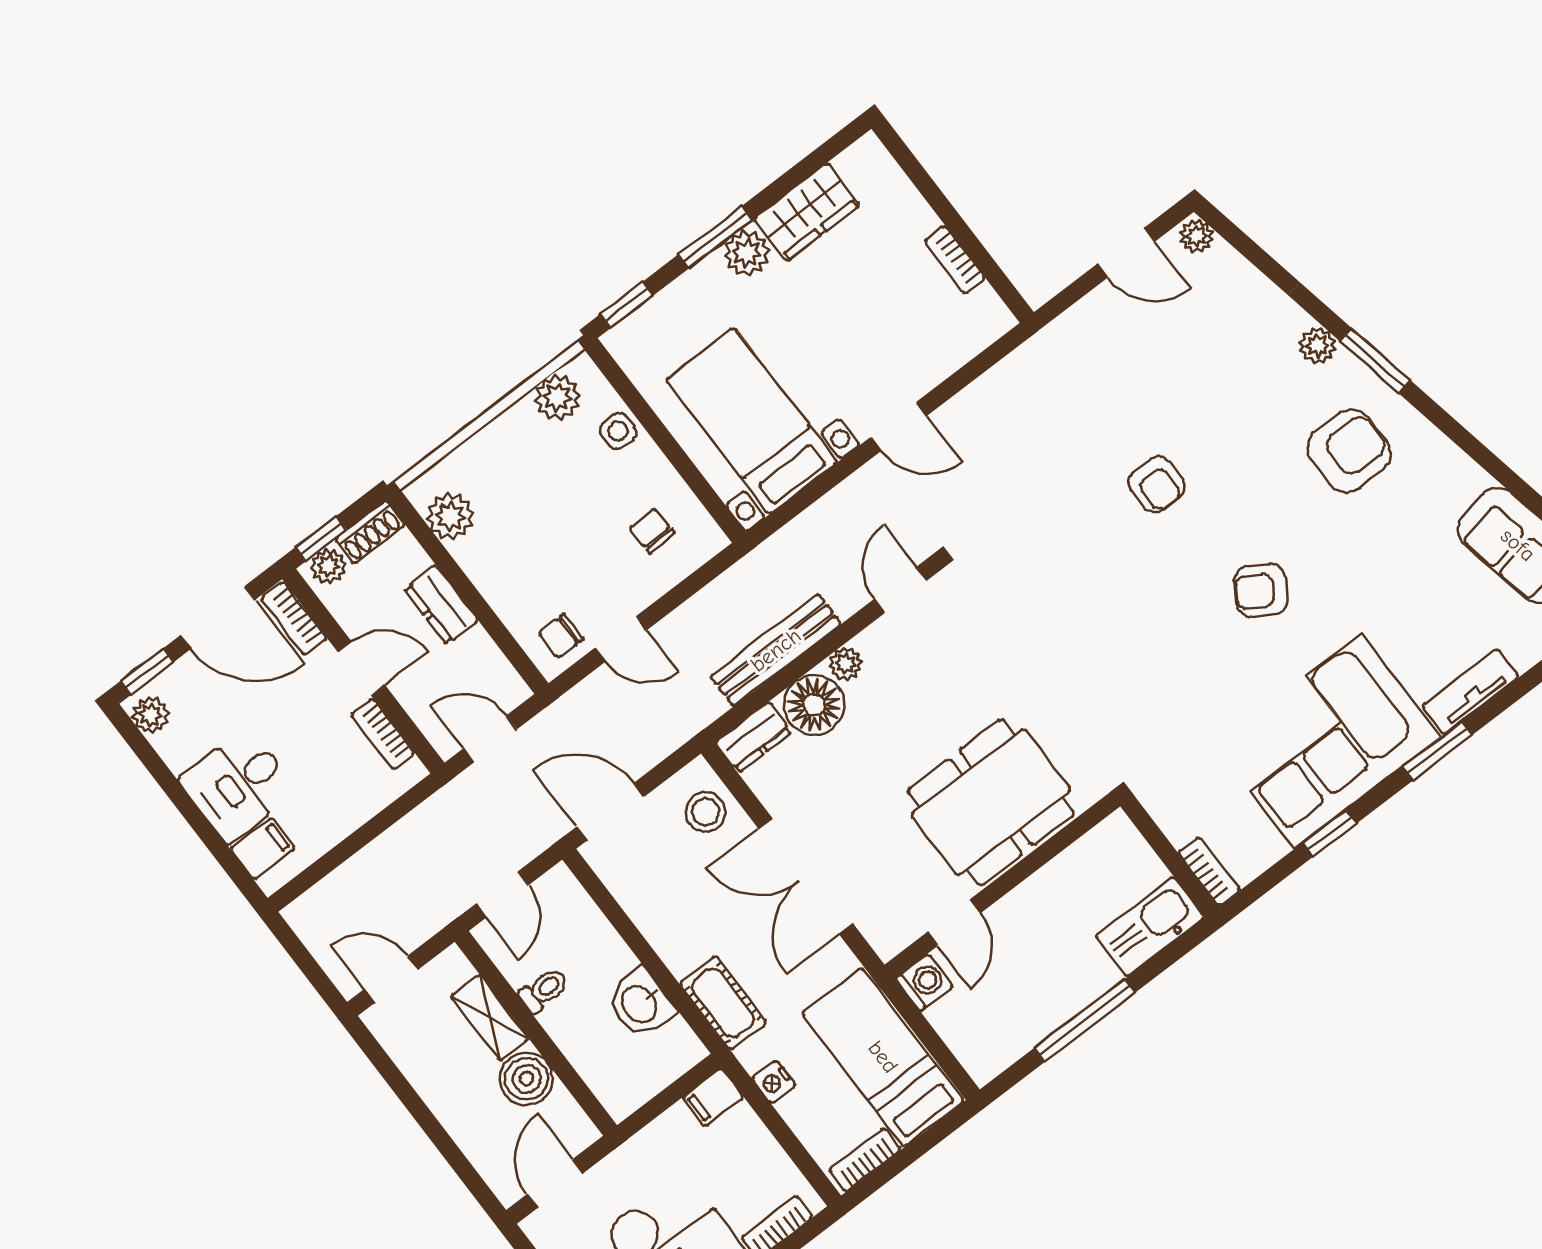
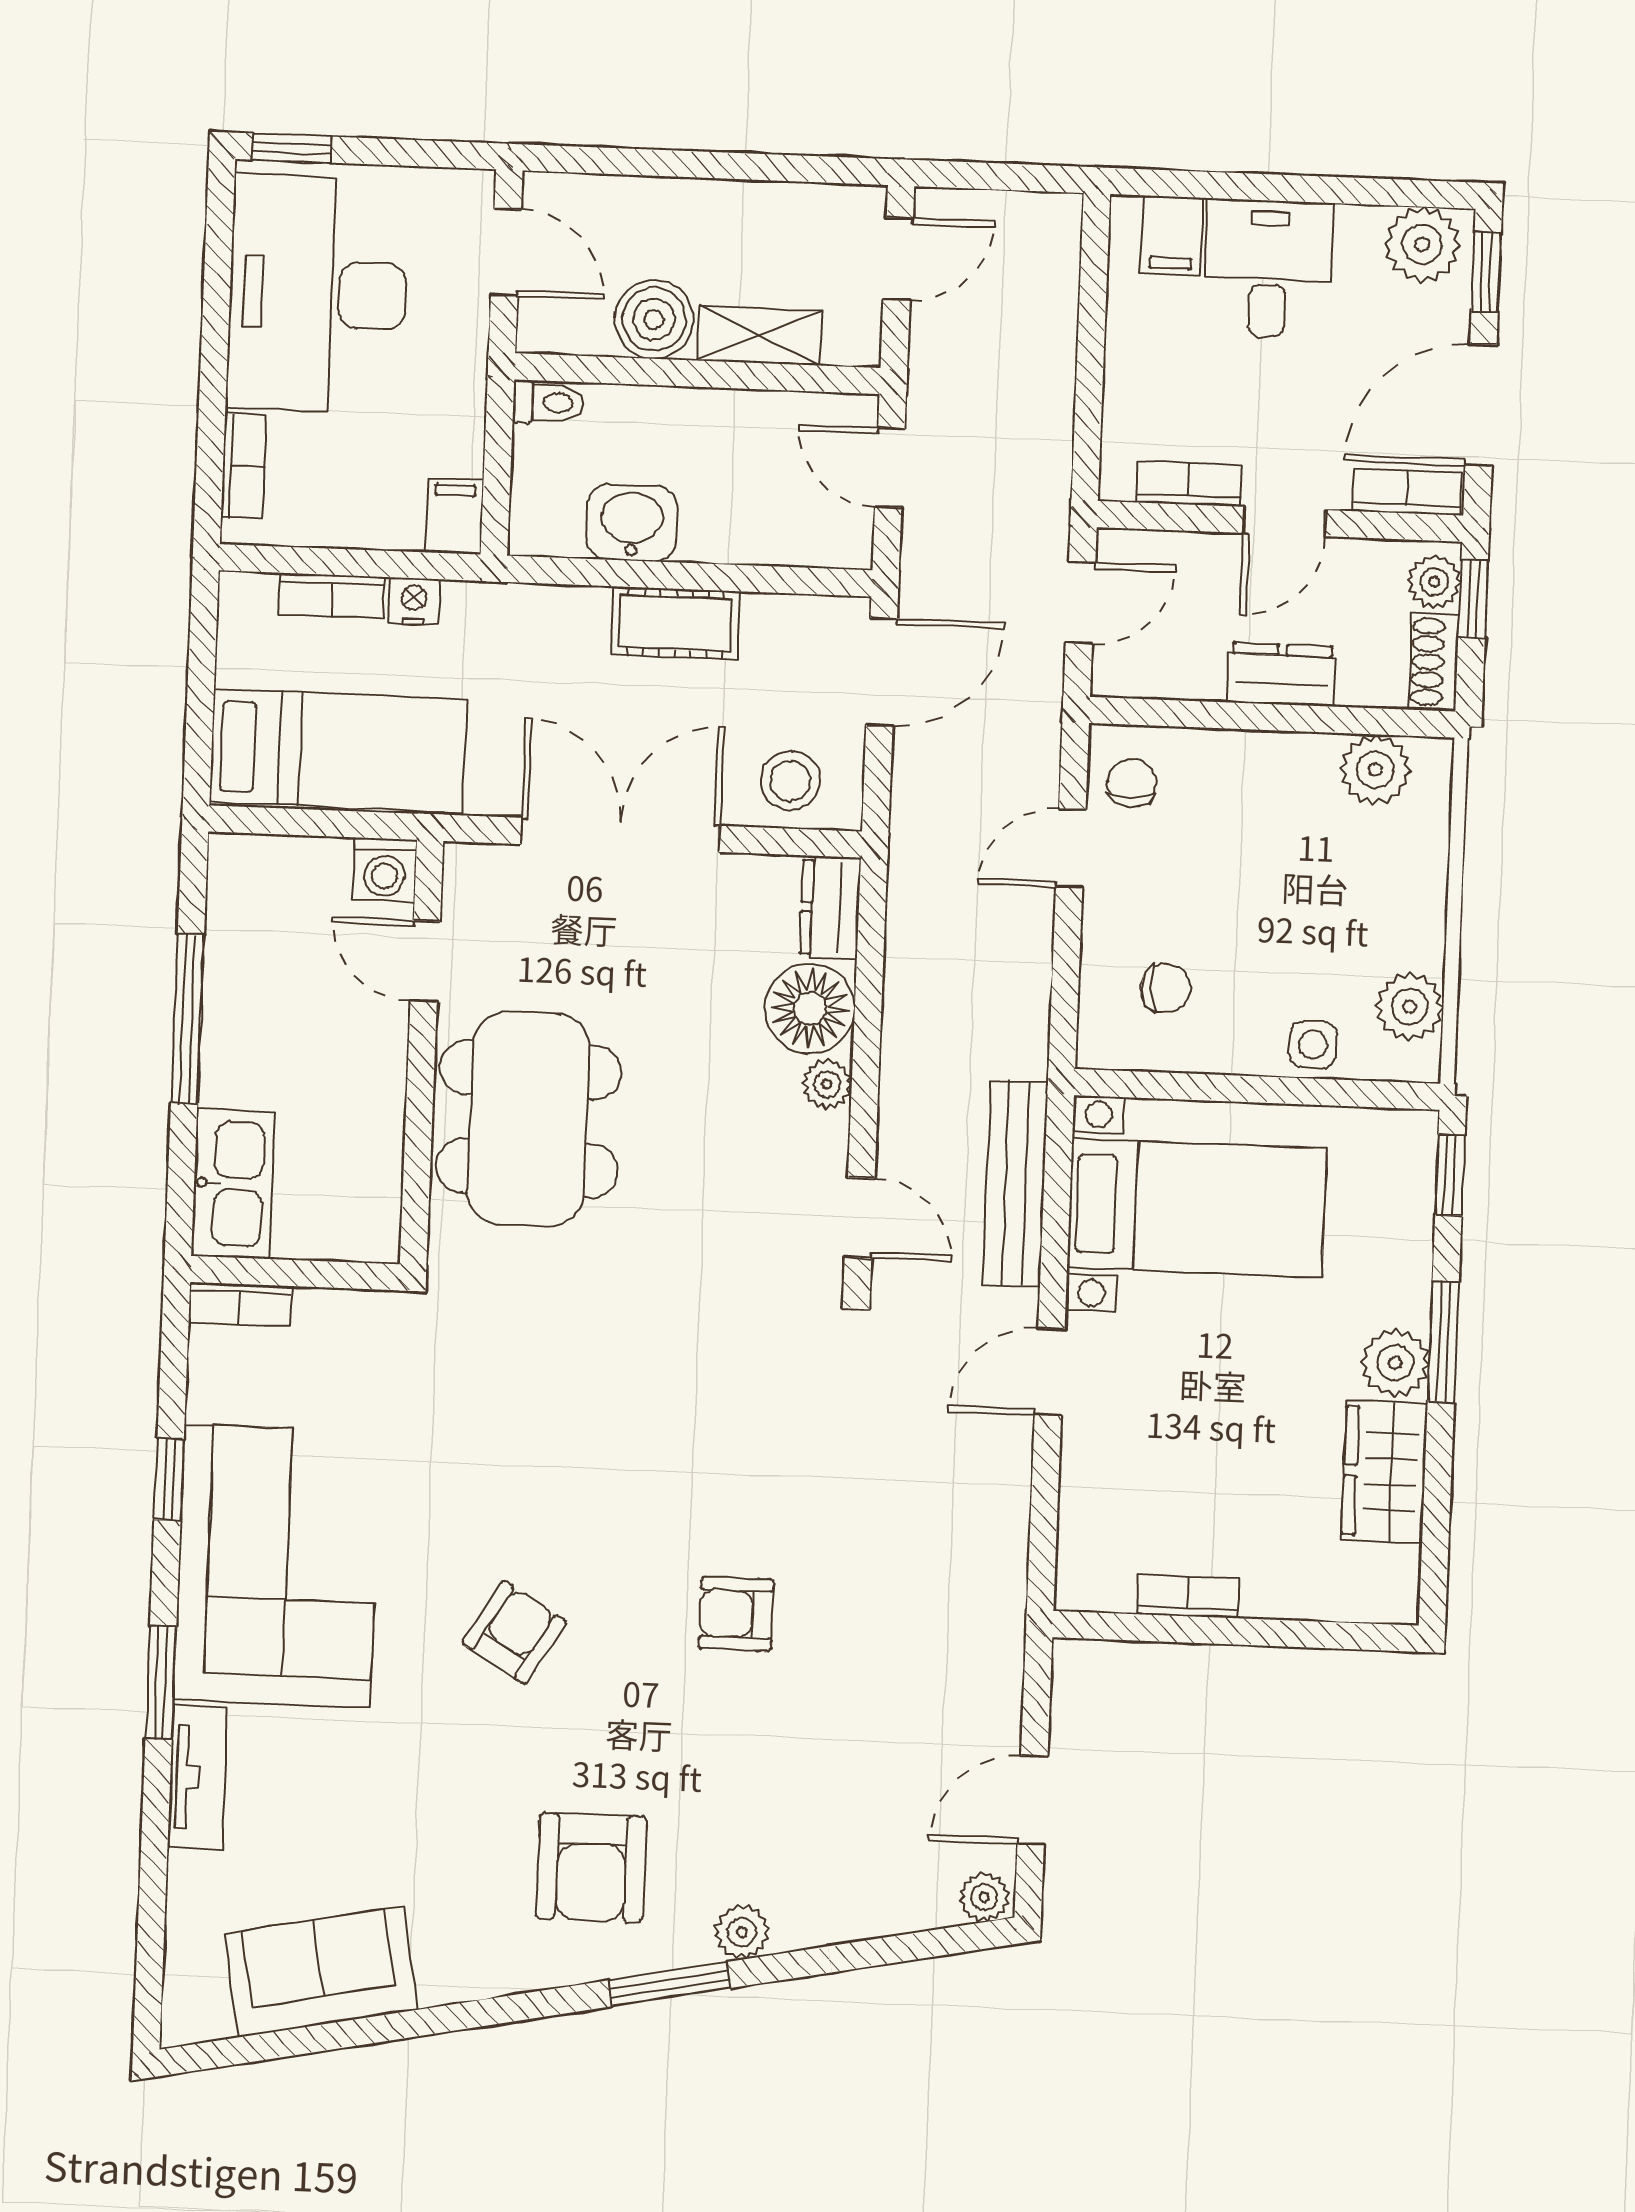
bench: (776, 650) -> (1016, 1183), moved
plant: (151, 715) -> (1422, 244), width x1.38, depth x1.38
toilet: (544, 990) -> (548, 402), moved, turned -90
cot: (723, 1003) -> (675, 623), moved
bookcase: (865, 1160) -> (332, 596), moved, turned 90

